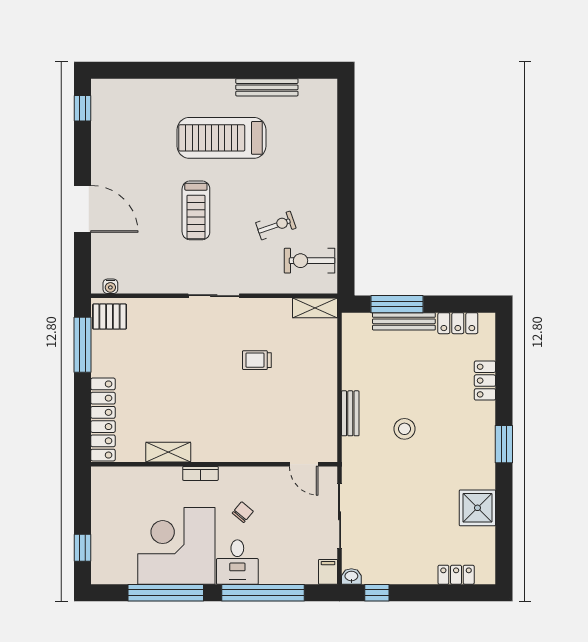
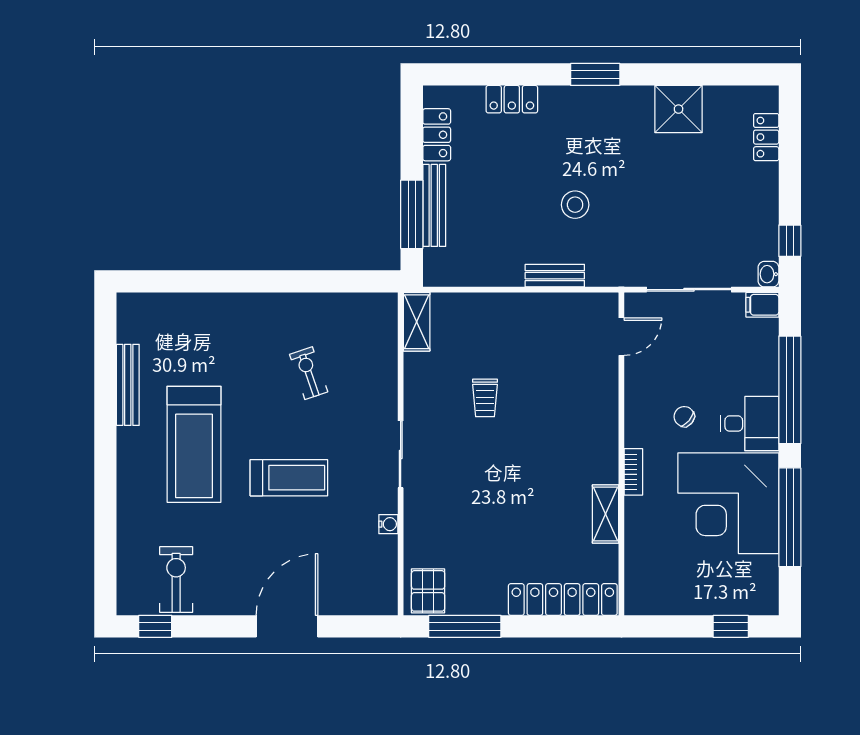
exercise bike: (310, 261) -> (176, 580), moved, turned 180
water cooler: (110, 286) -> (388, 524), moved

